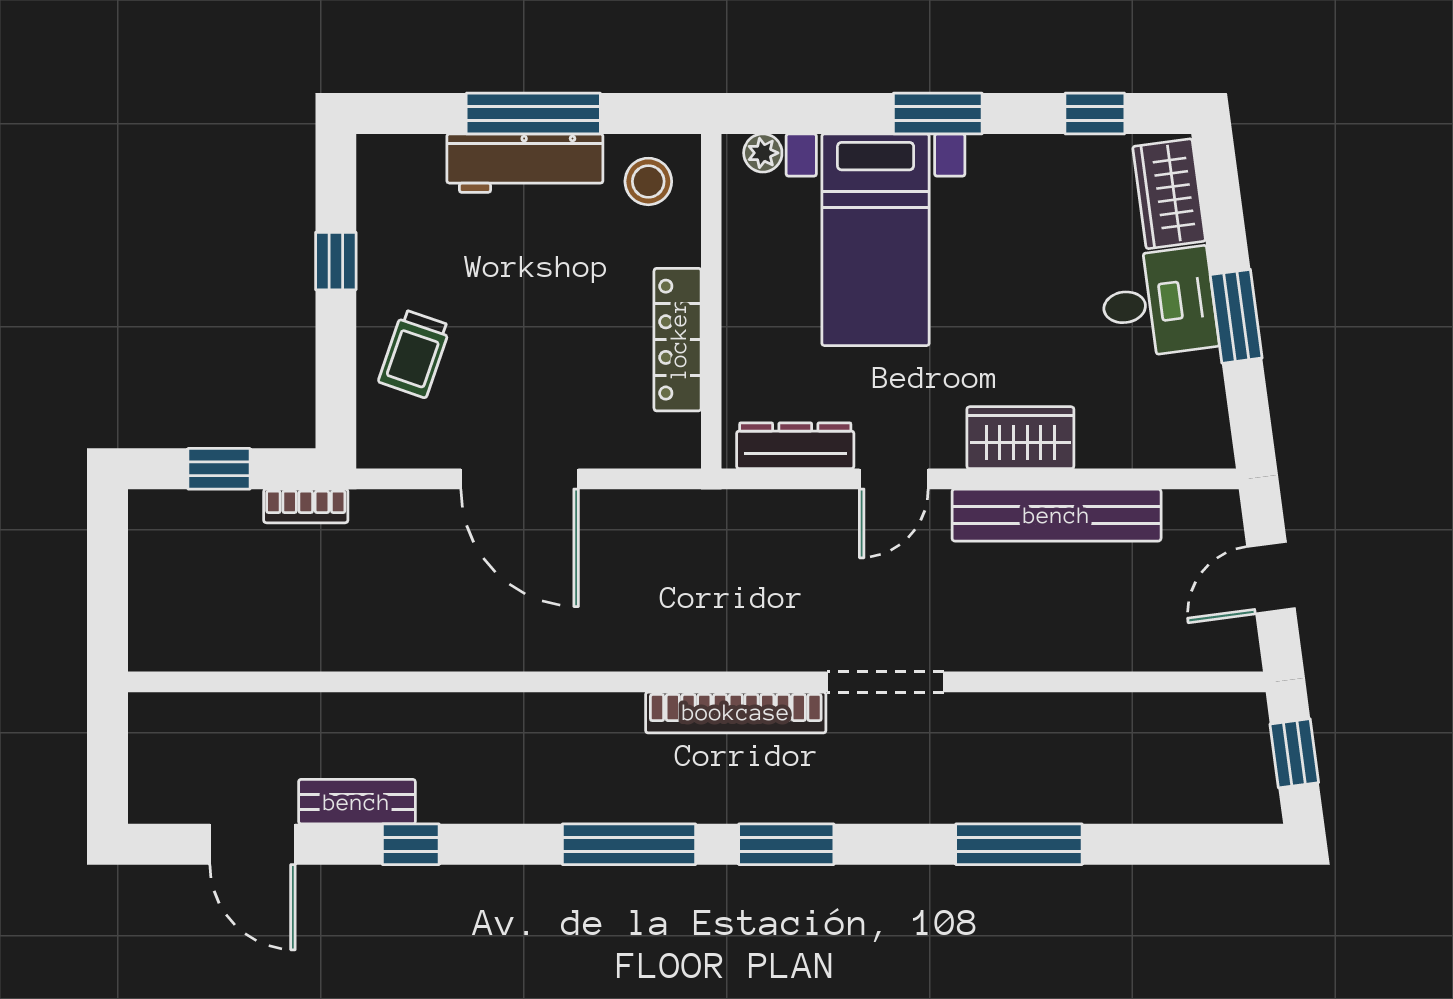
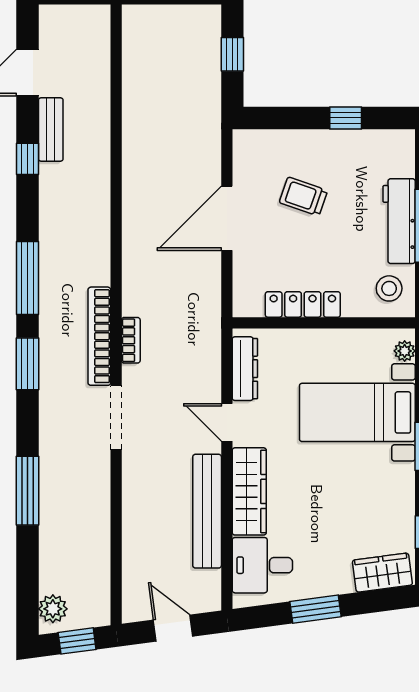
desk: (1158, 303) -> (262, 565), moved, turned 98
trolley: (414, 354) -> (303, 196), moved
wardrobe: (1020, 438) -> (249, 491), width x1.50
bookcase: (306, 506) -> (131, 340), moved, turned 180
plant: (1235, 798) -> (53, 609), added

